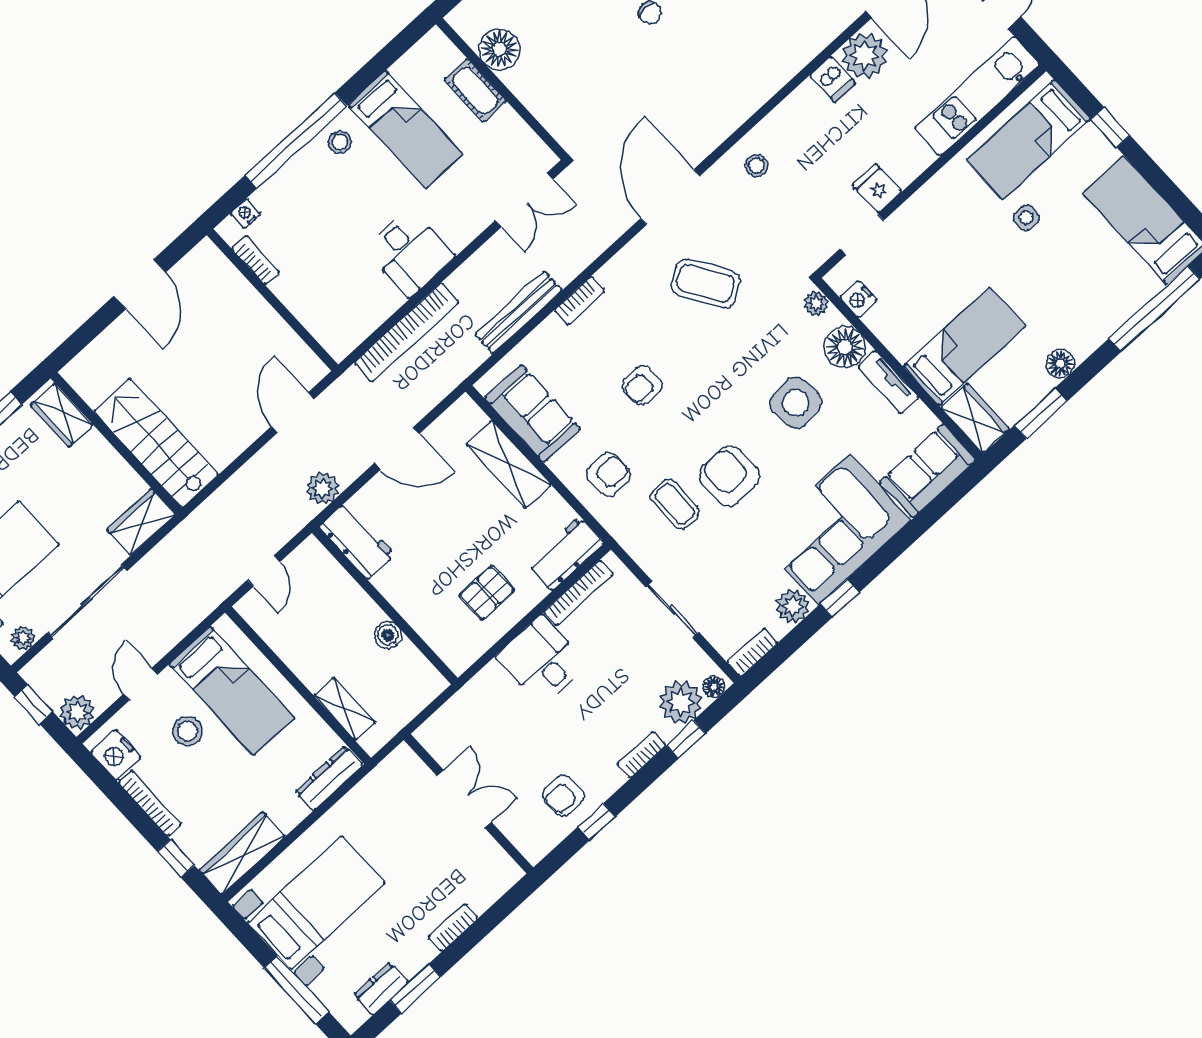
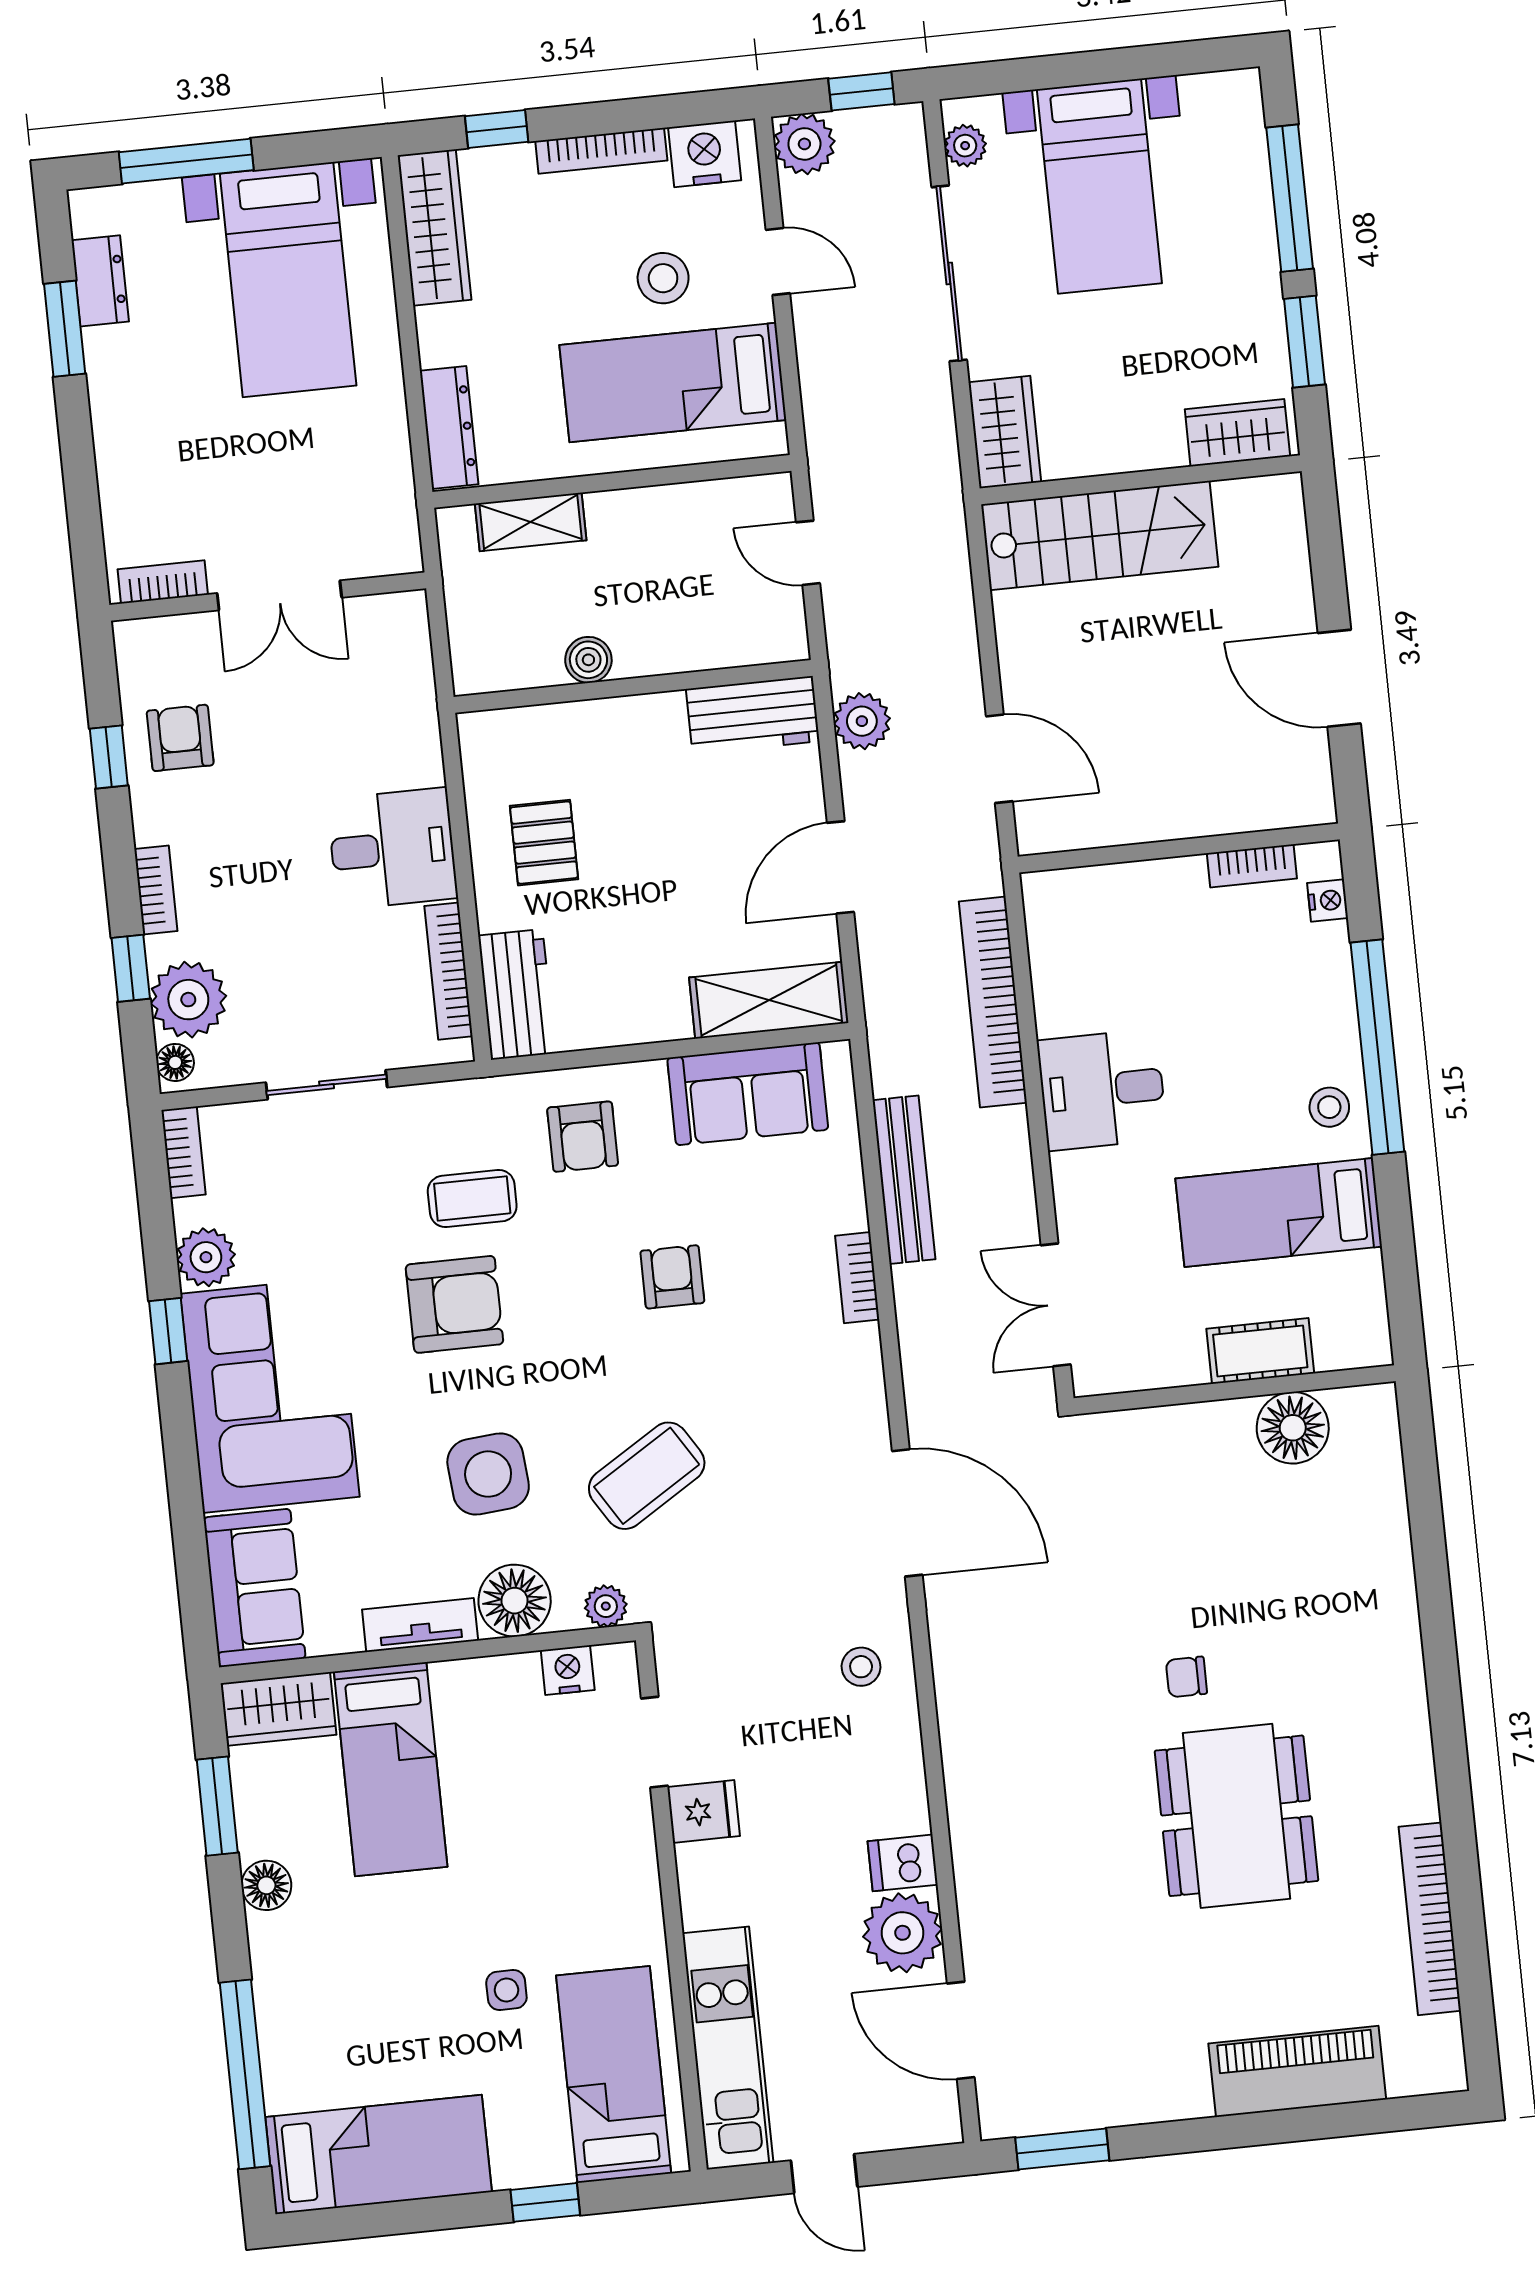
coffee table: (706, 283) -> (647, 1476), moved
shelving: (509, 464) -> (769, 1000), moved
bookcase: (453, 928) -> (163, 582), moved, turned -90

